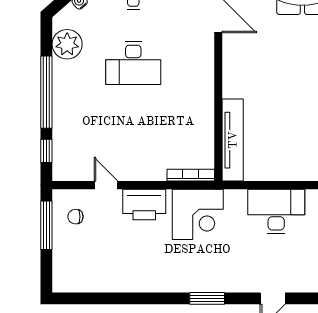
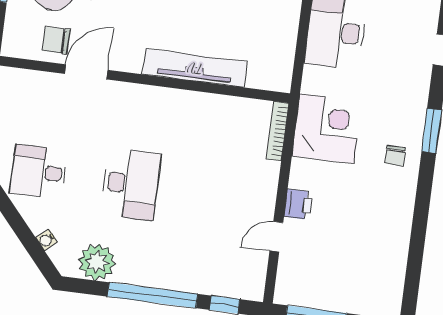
tv unit: (233, 140) -> (195, 68), moved
printer: (144, 204) -> (298, 204), width x0.53, depth x0.68
chair: (75, 217) -> (395, 156), moved

